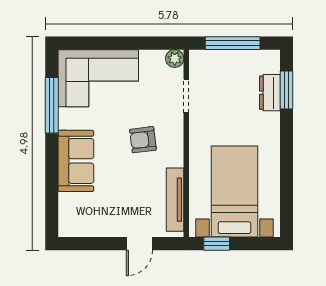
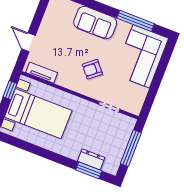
plant: (175, 58) -> (135, 108), removed
armchair: (143, 140) -> (92, 69), turned -123
tv unit: (175, 200) -> (42, 73), width x0.71

